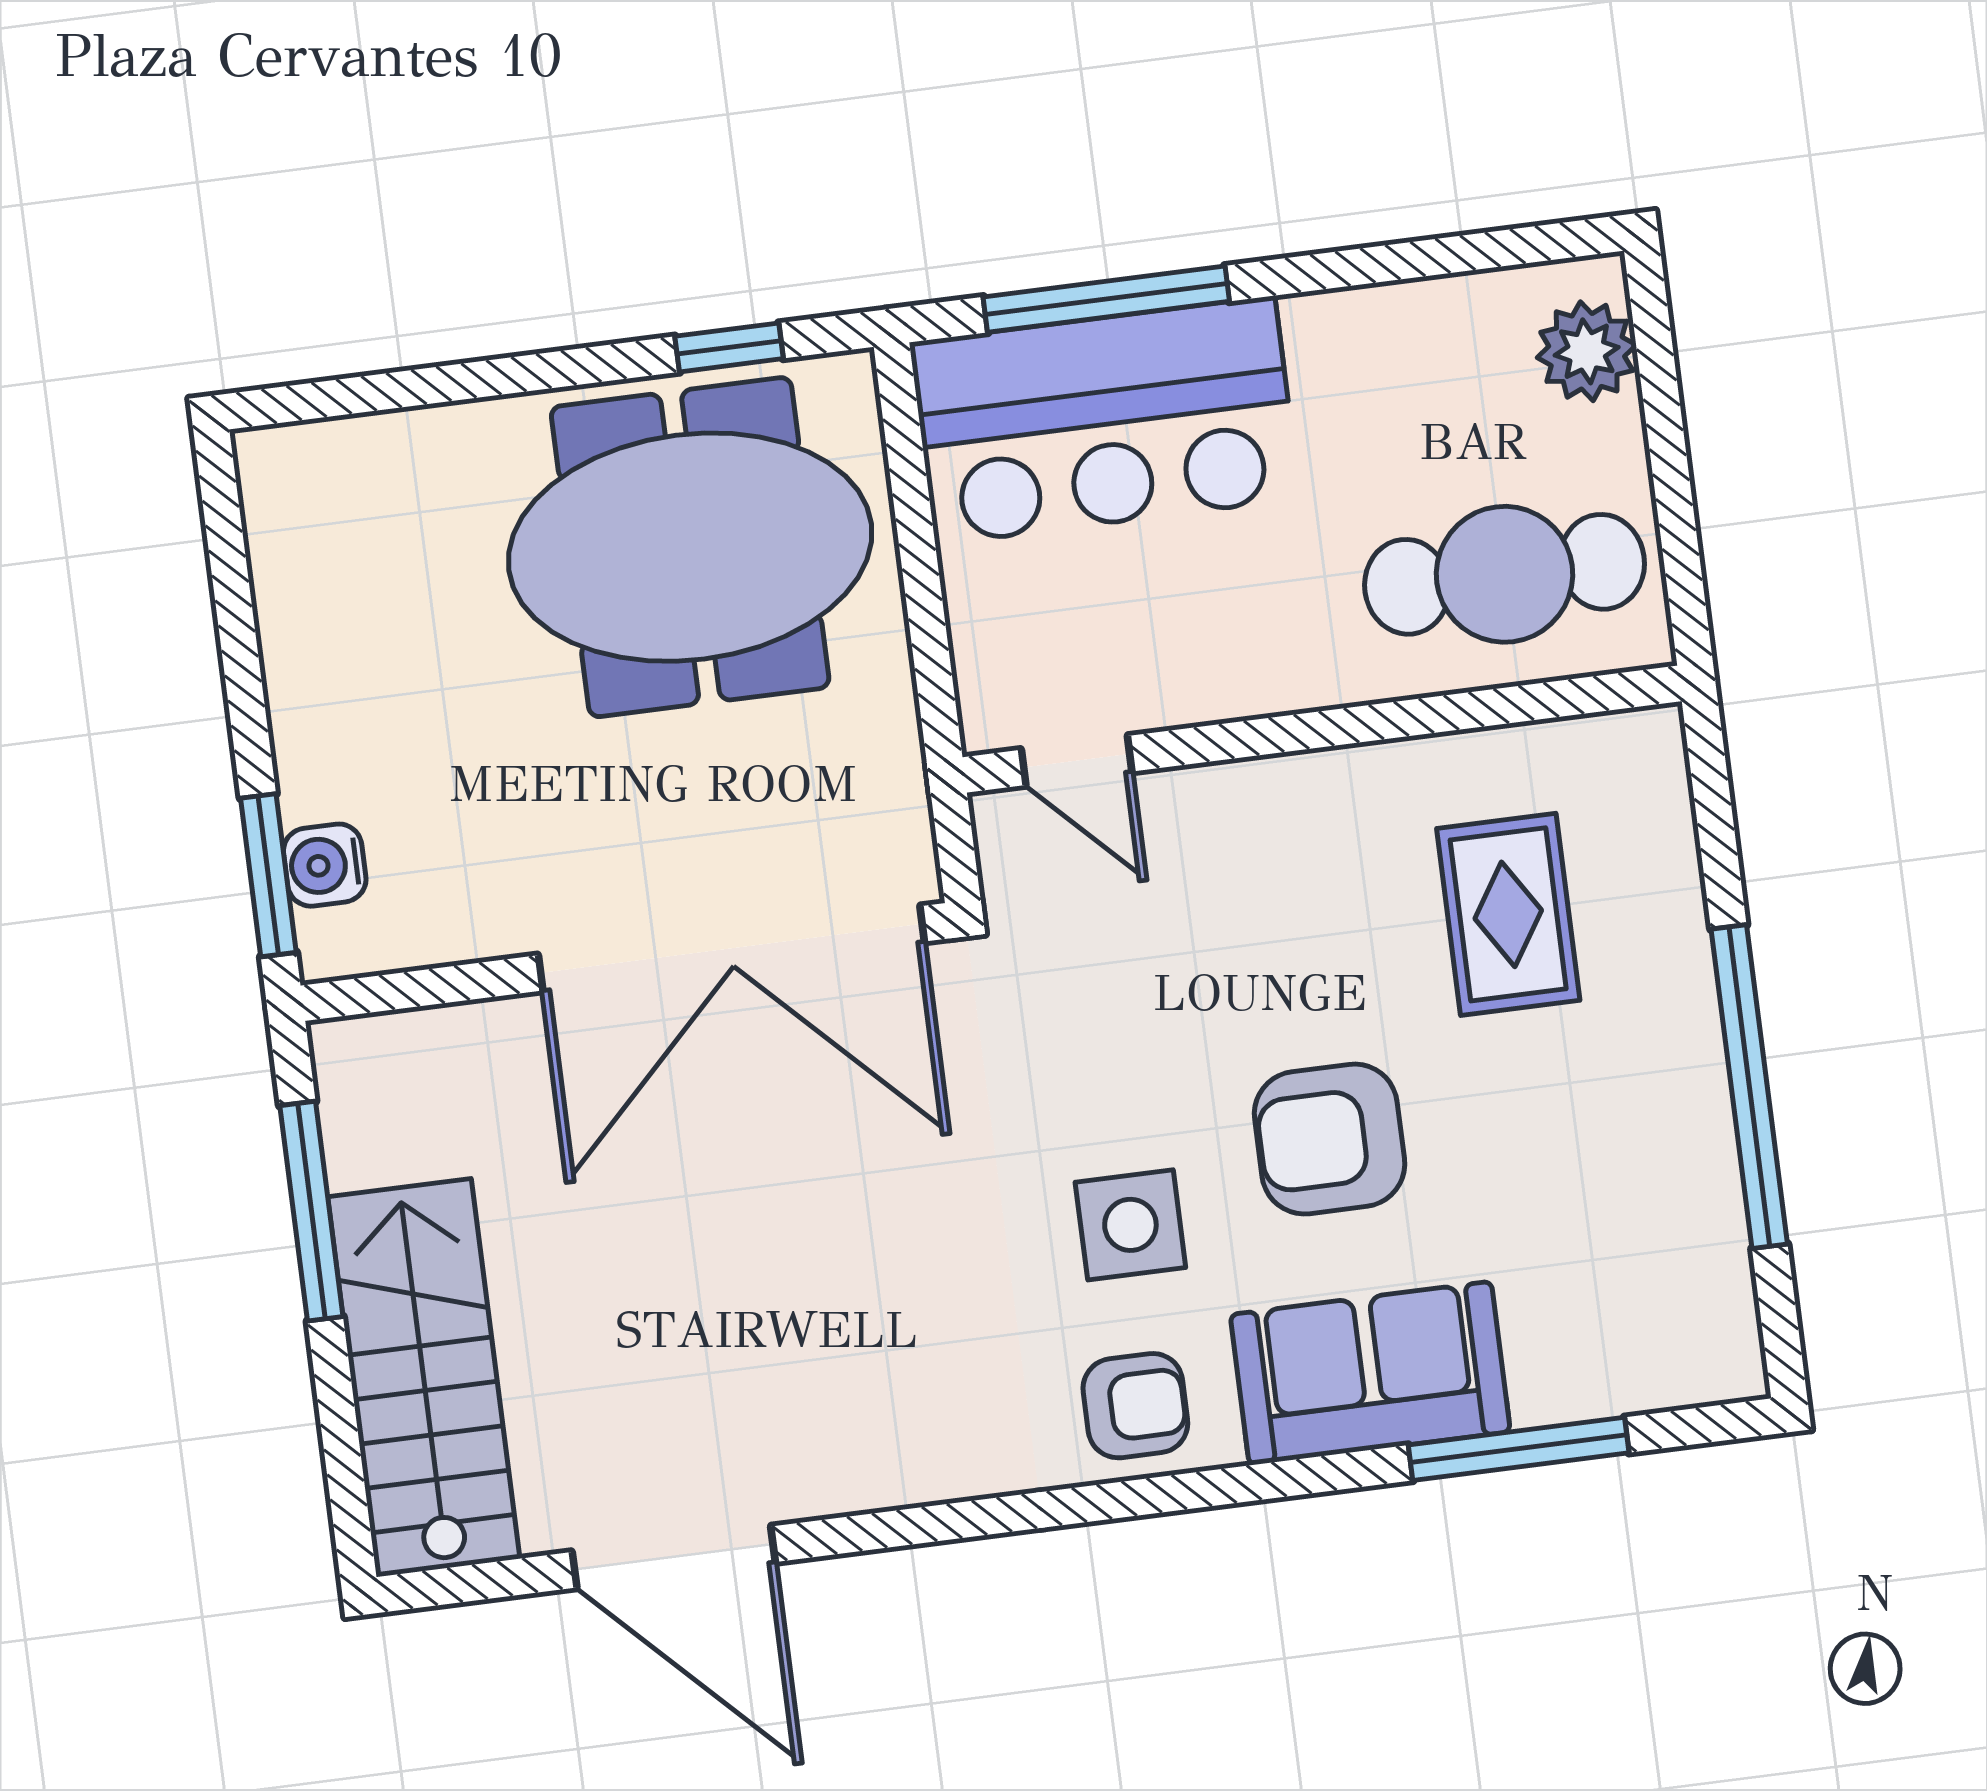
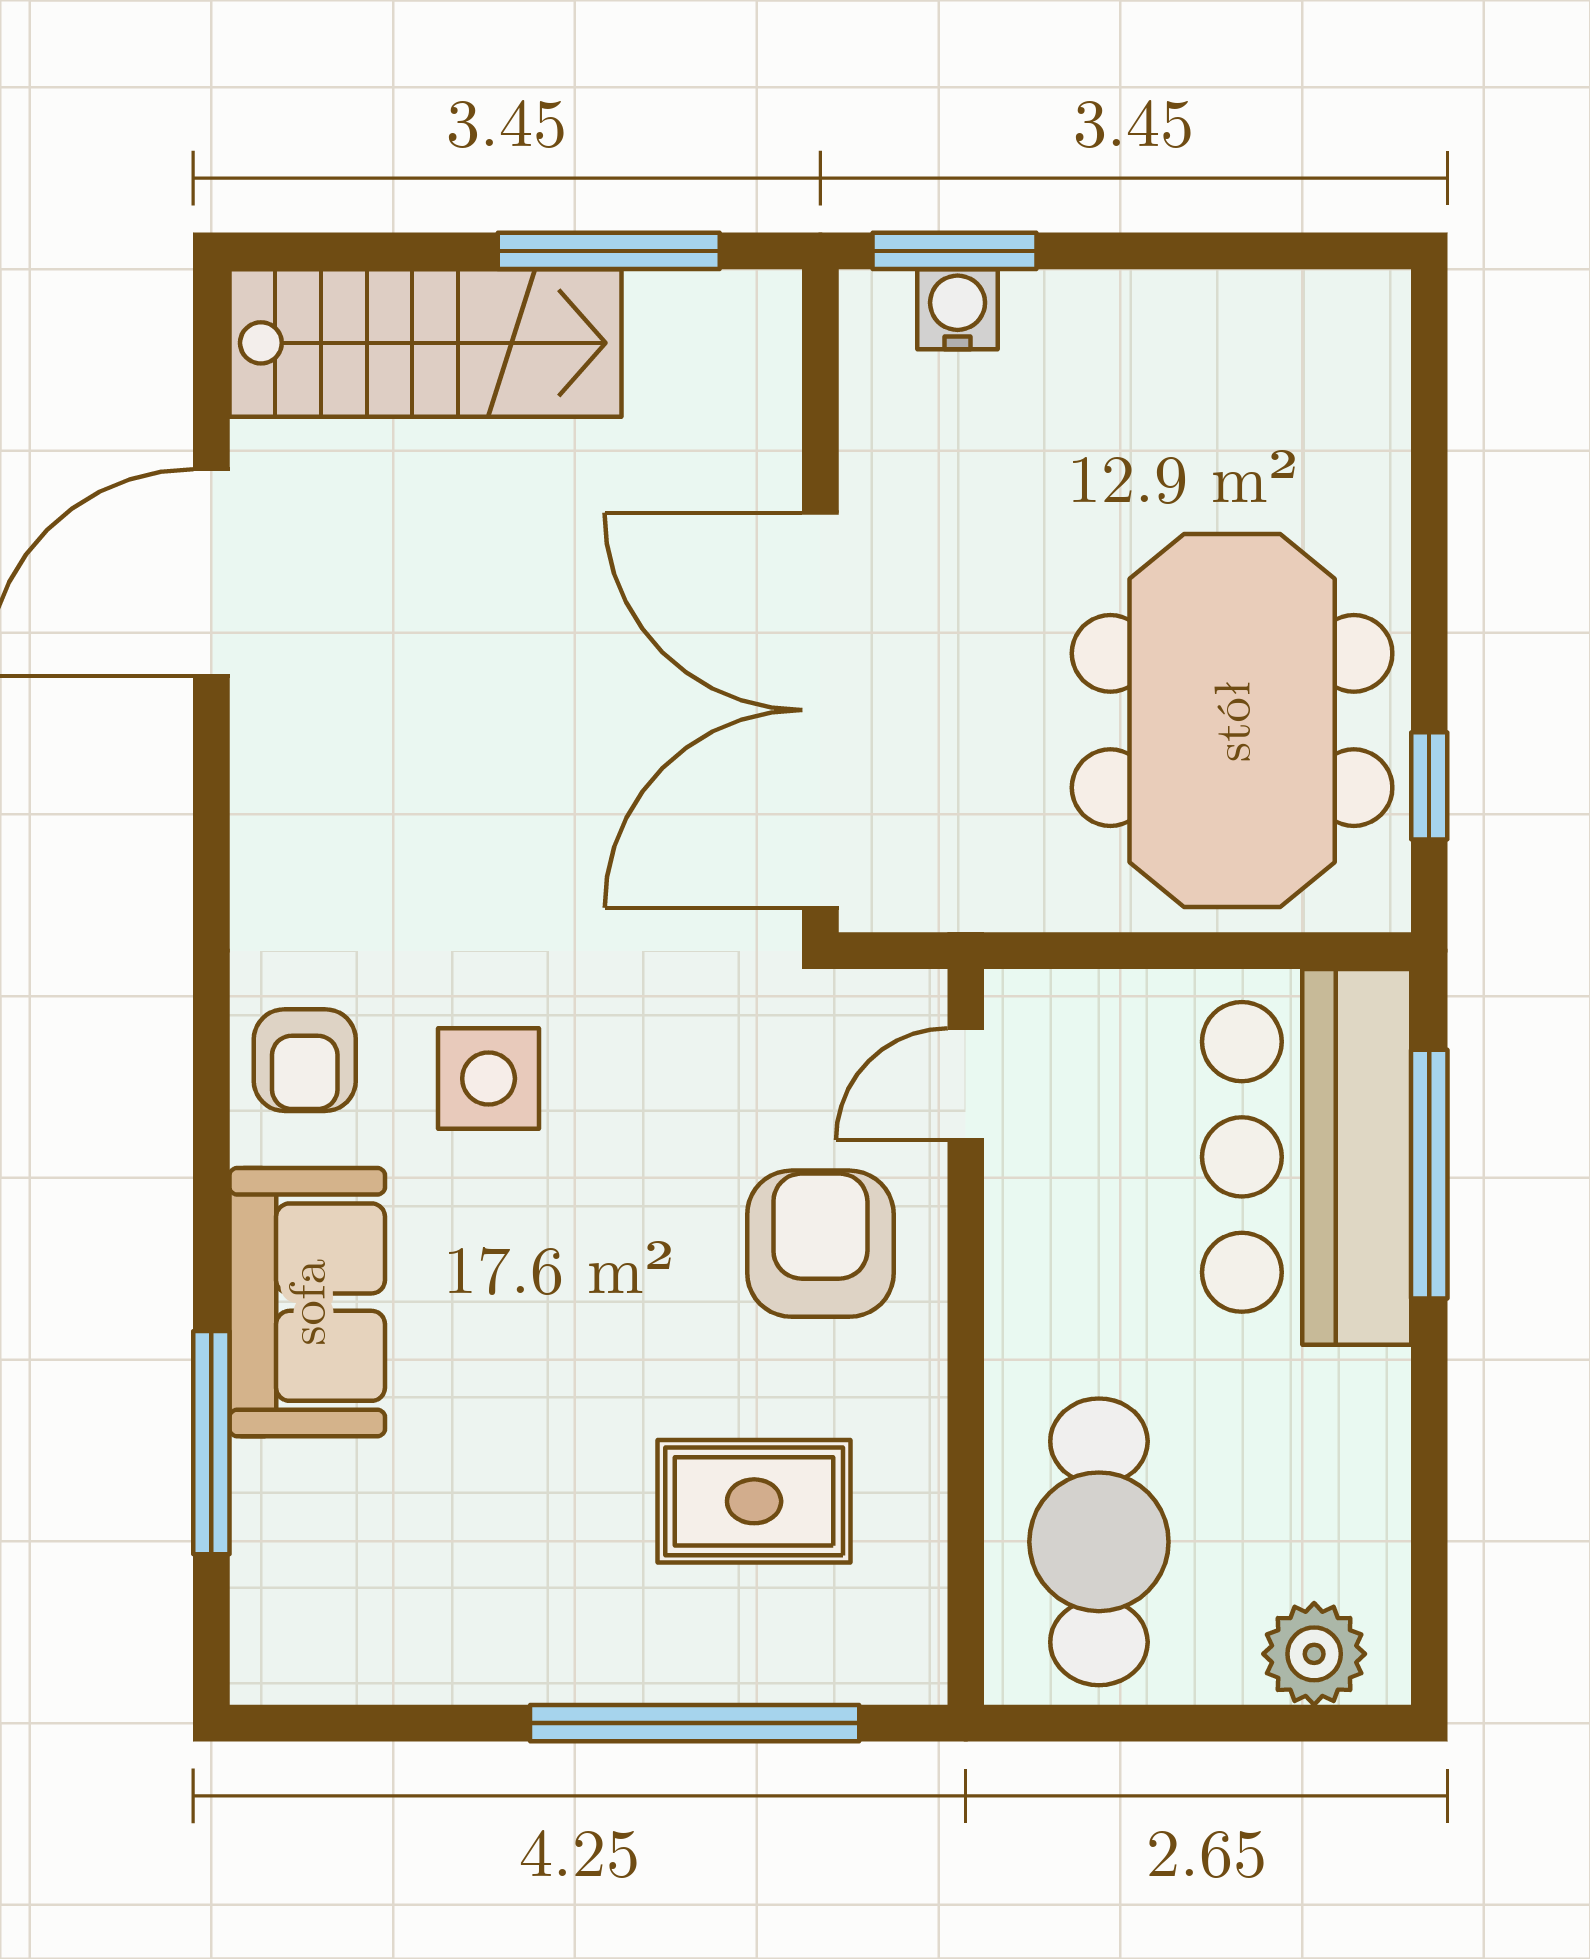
window: (1749, 1087) -> (695, 1723), moved
armchair: (1330, 1139) -> (820, 1244), moved

